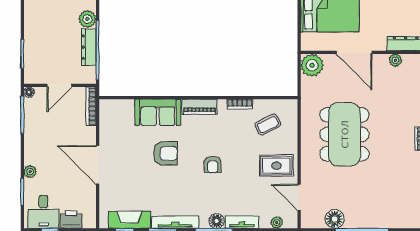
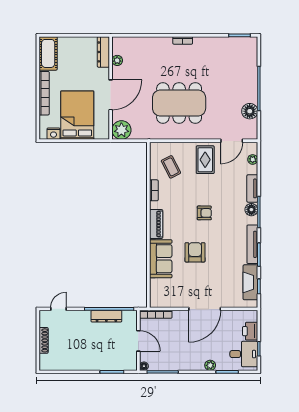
plant: (87, 19) -> (83, 317), removed

